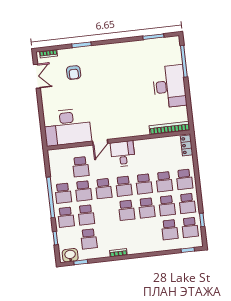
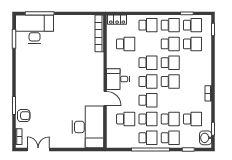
armchair: (74, 73) -> (24, 116), moved
desk: (170, 86) -> (35, 29), moved
school desk: (164, 182) -> (126, 44), moved

